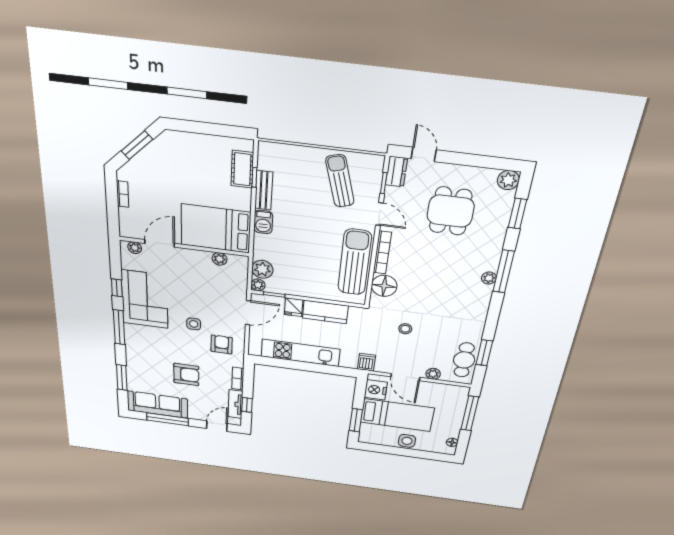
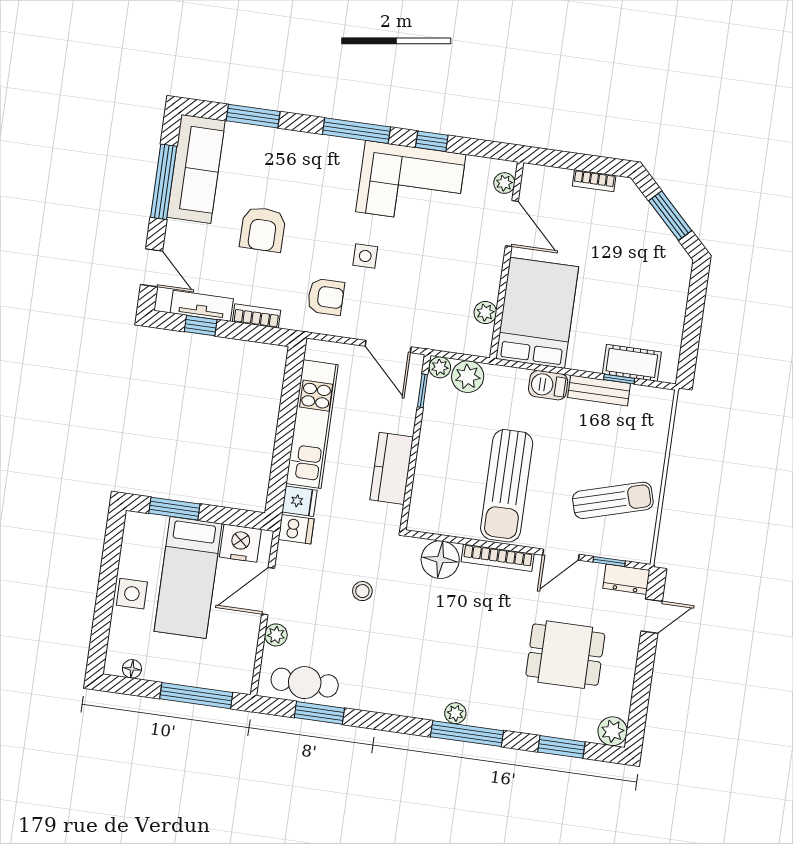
sun lounger: (355, 262) -> (507, 486), moved, turned 90
fridge: (294, 307) -> (300, 501), moved, turned 180

